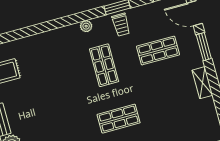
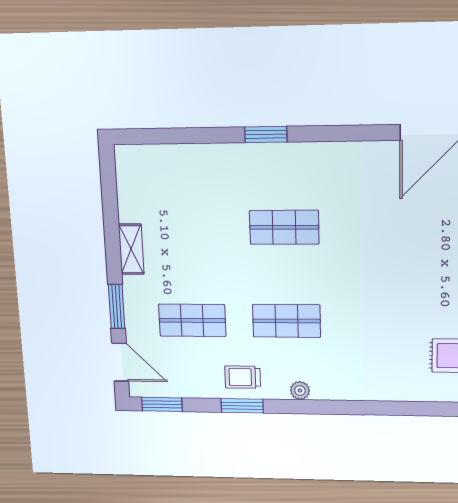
trolley: (121, 25) -> (243, 377), turned -90
shop shelf: (104, 65) -> (287, 321), turned 90

